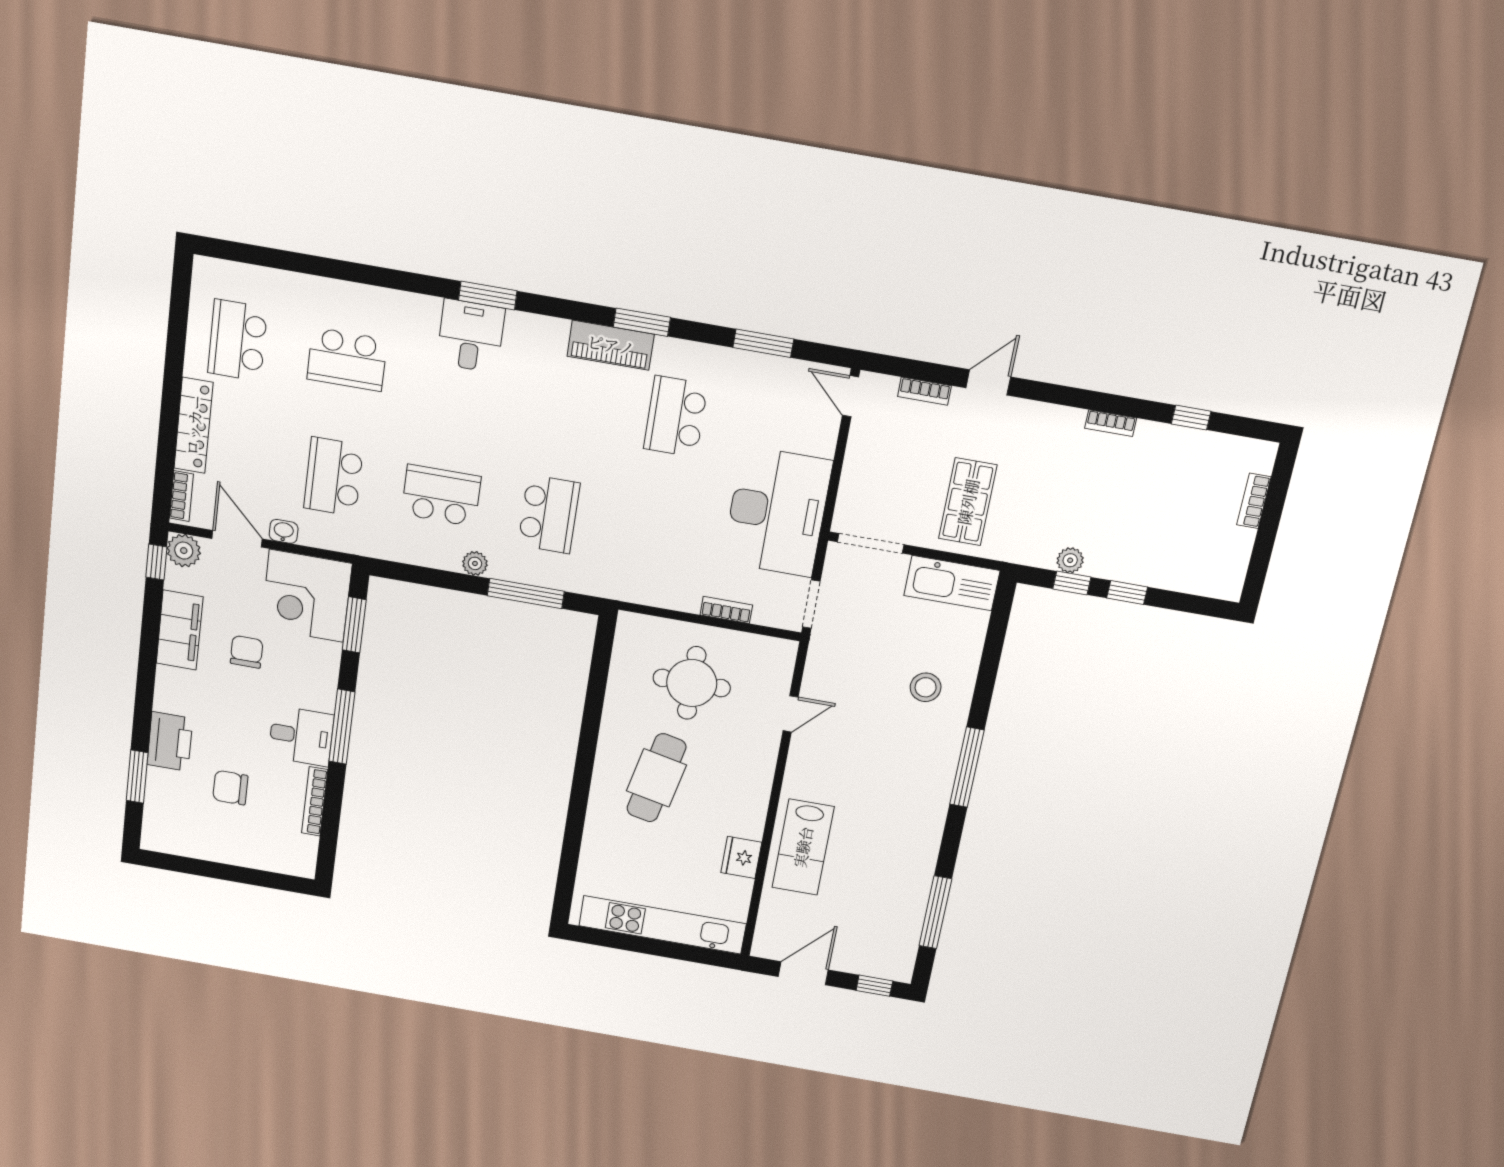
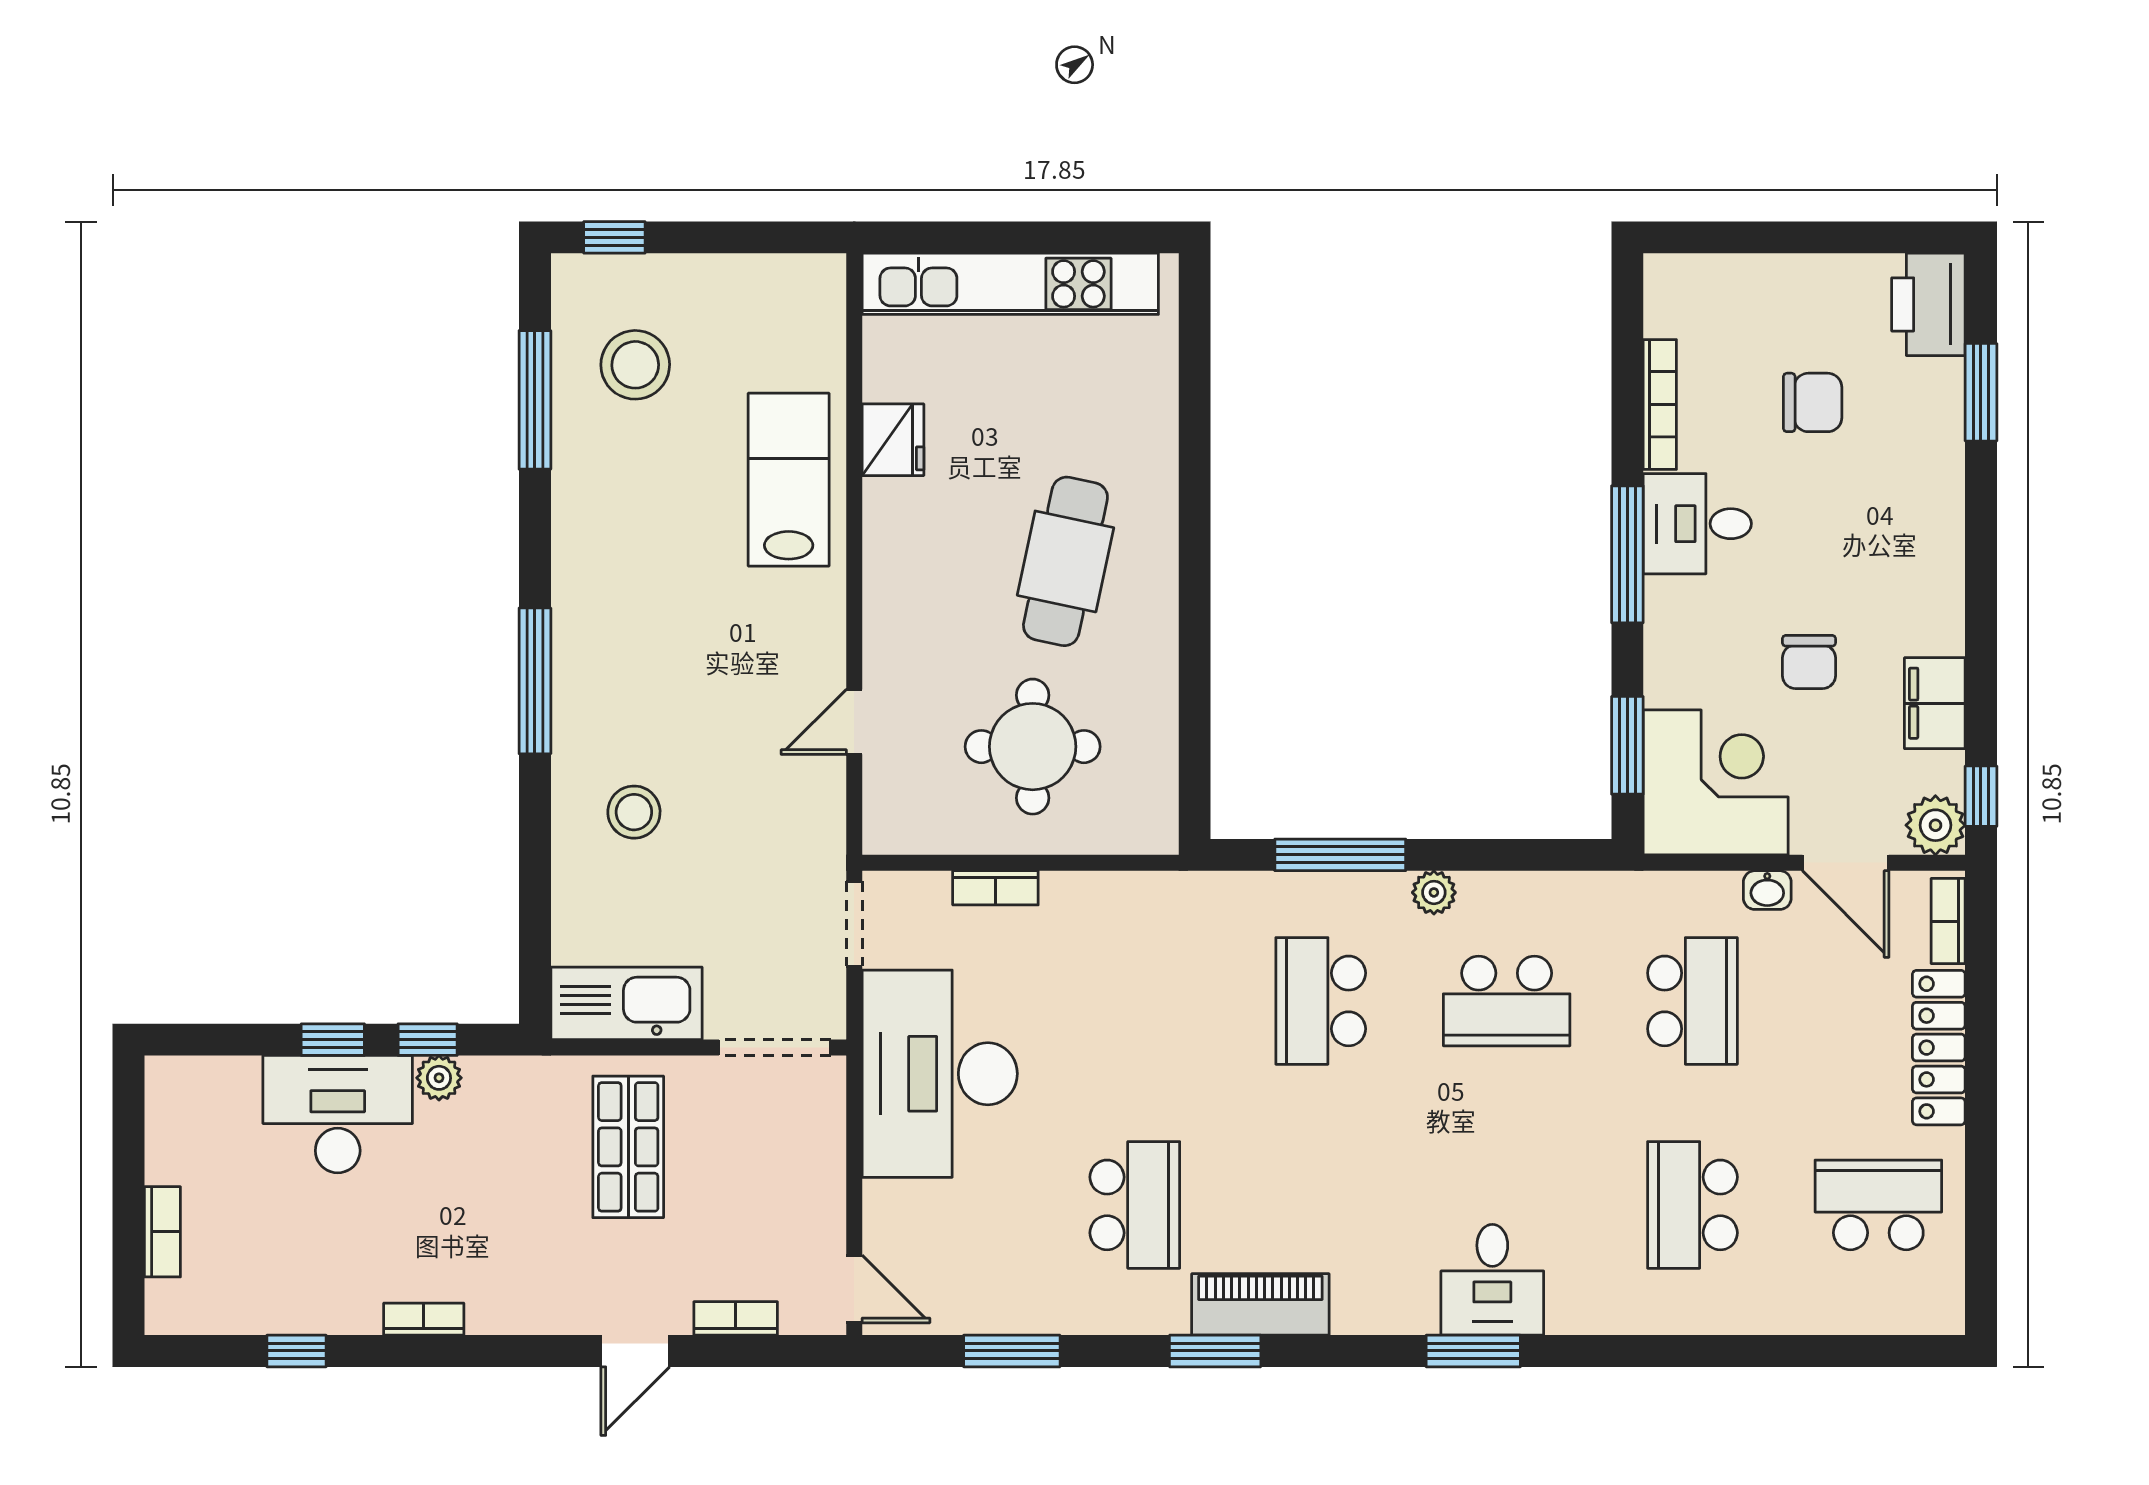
school desk: (238, 340) -> (1878, 1205), turned -90
school desk: (347, 359) -> (1692, 1205), turned -90
desk: (1134, 550) -> (338, 1114), added
filing cabinet: (180, 630) -> (1935, 703), width x0.67, depth x0.86
printer: (170, 742) -> (1928, 304), moved
stool: (876, 920) -> (635, 365), added
door: (803, 973) -> (745, 237), removed

